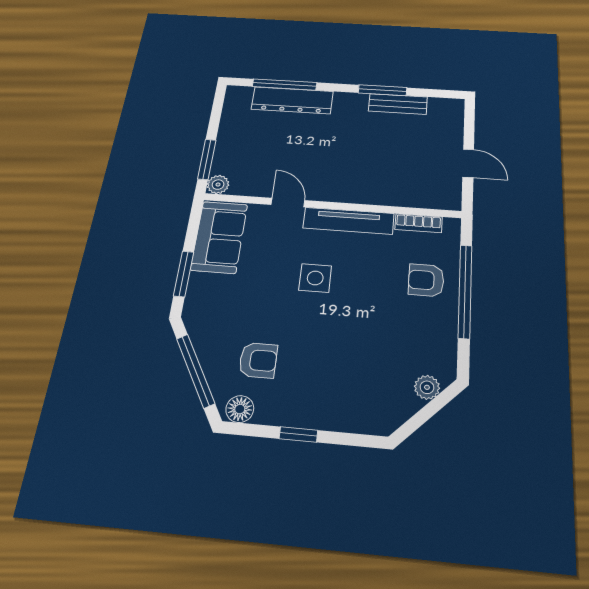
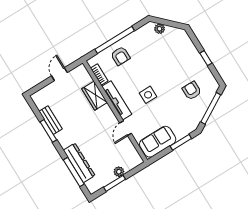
window: (207, 159) -> (115, 183), moved
plant: (218, 185) -> (119, 172), moved
wardrobe: (386, 192) -> (94, 96), added
floor lamp: (240, 409) -> (212, 83), removed

